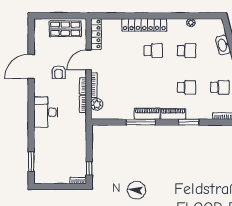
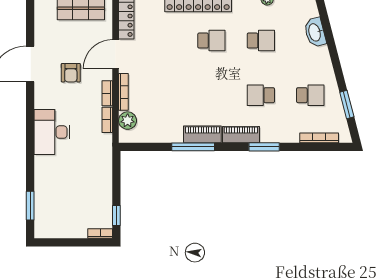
school desk: (187, 87) -> (261, 95), turned 180

